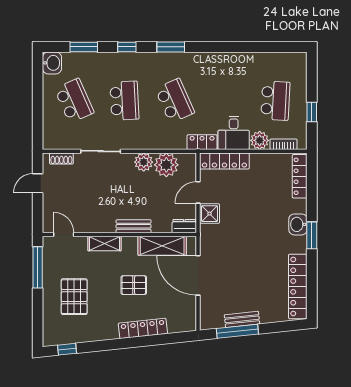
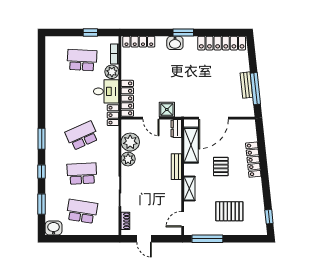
school desk: (74, 101) -> (82, 211), turned 33

